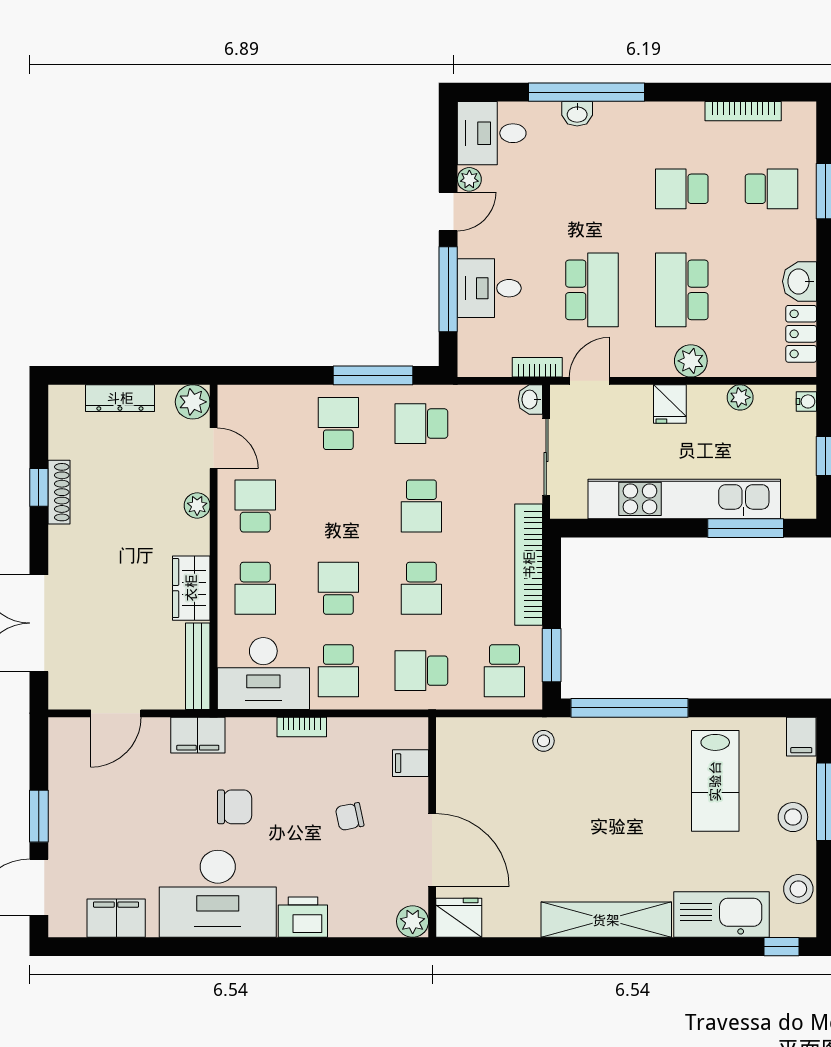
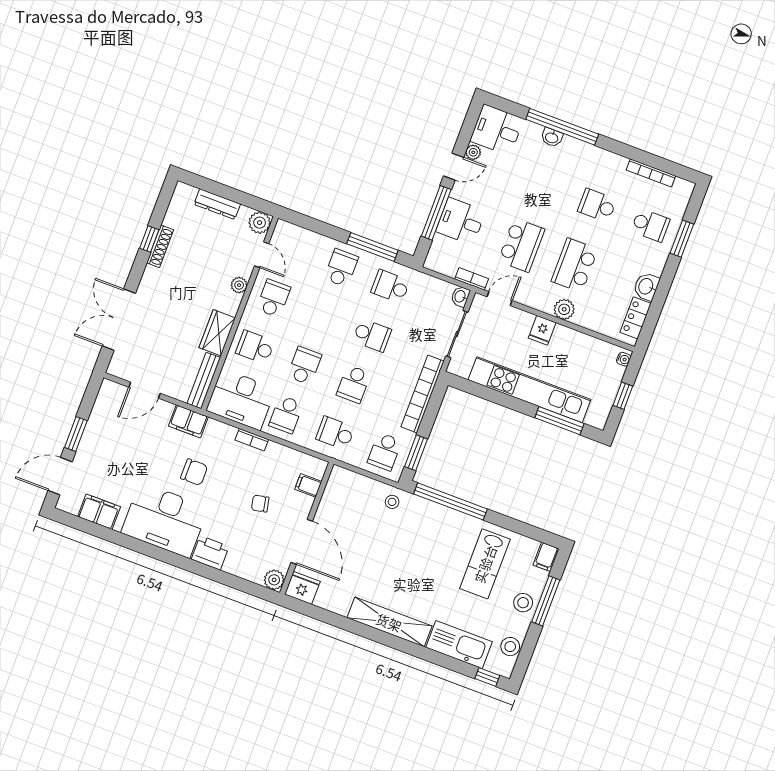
plant: (740, 397) -> (585, 342), removed
school desk: (421, 506) -> (372, 335), turned -90
school desk: (255, 588) -> (255, 347), turned 90

